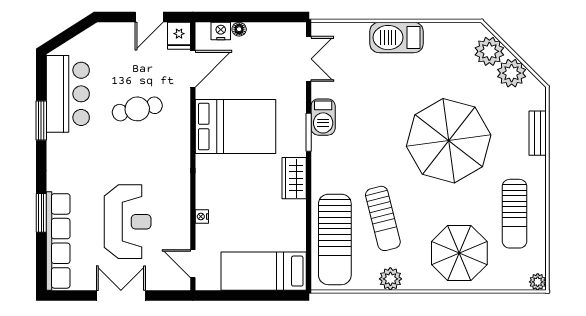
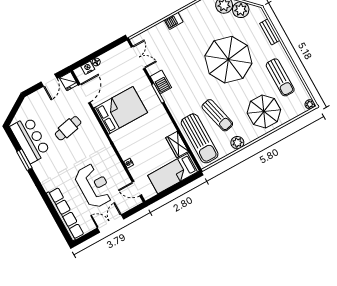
barbecue: (397, 38) -> (174, 21), width x0.53, depth x0.65
wardrobe: (294, 178) -> (177, 145), moved
window: (41, 213) -> (49, 205), removed

